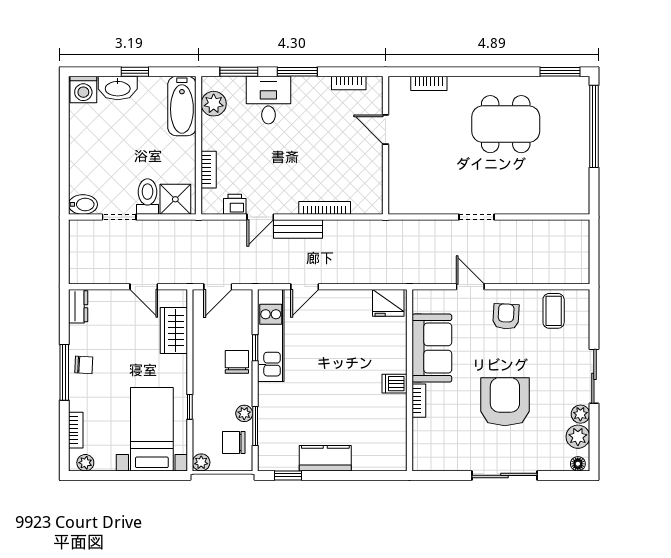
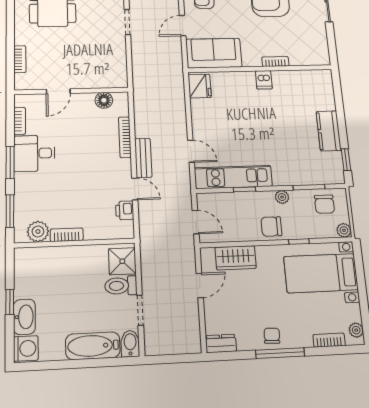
desk: (268, 100) -> (34, 153), moved
bathtub: (182, 106) -> (93, 346), moved, turned 180
bookcase: (209, 170) -> (67, 235), moved
floor lamp: (373, 184) -> (104, 100), added
sofa: (432, 348) -> (214, 53), moved
chair: (237, 362) -> (271, 226), moved
plant: (244, 413) -> (282, 197), moved

